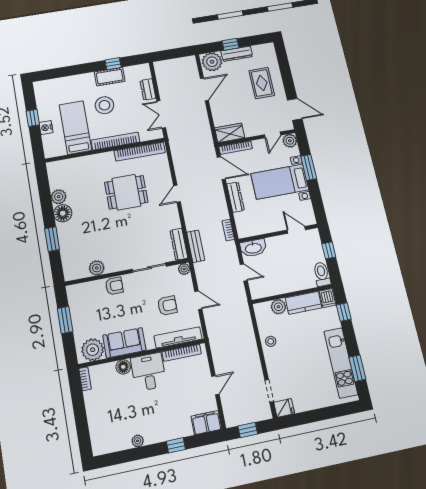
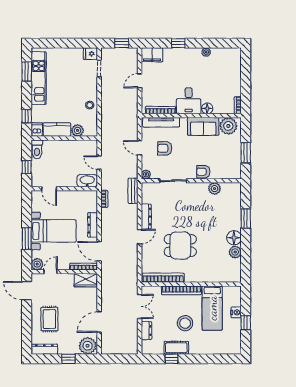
dresser: (237, 54) -> (44, 349), moved
dresser: (179, 244) -> (146, 217), moved

